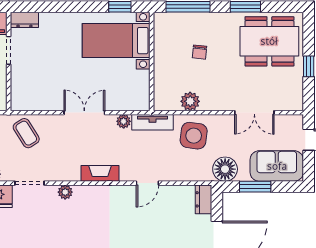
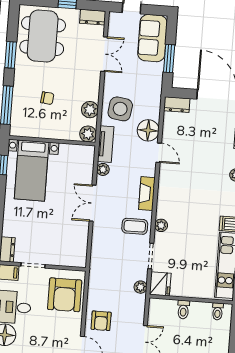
dresser: (295, 96) -> (93, 17), added
plant: (163, 101) -> (88, 134), added
coffee table: (26, 133) -> (135, 226), moved, turned 32
floor lamp: (225, 169) -> (148, 130), moved

